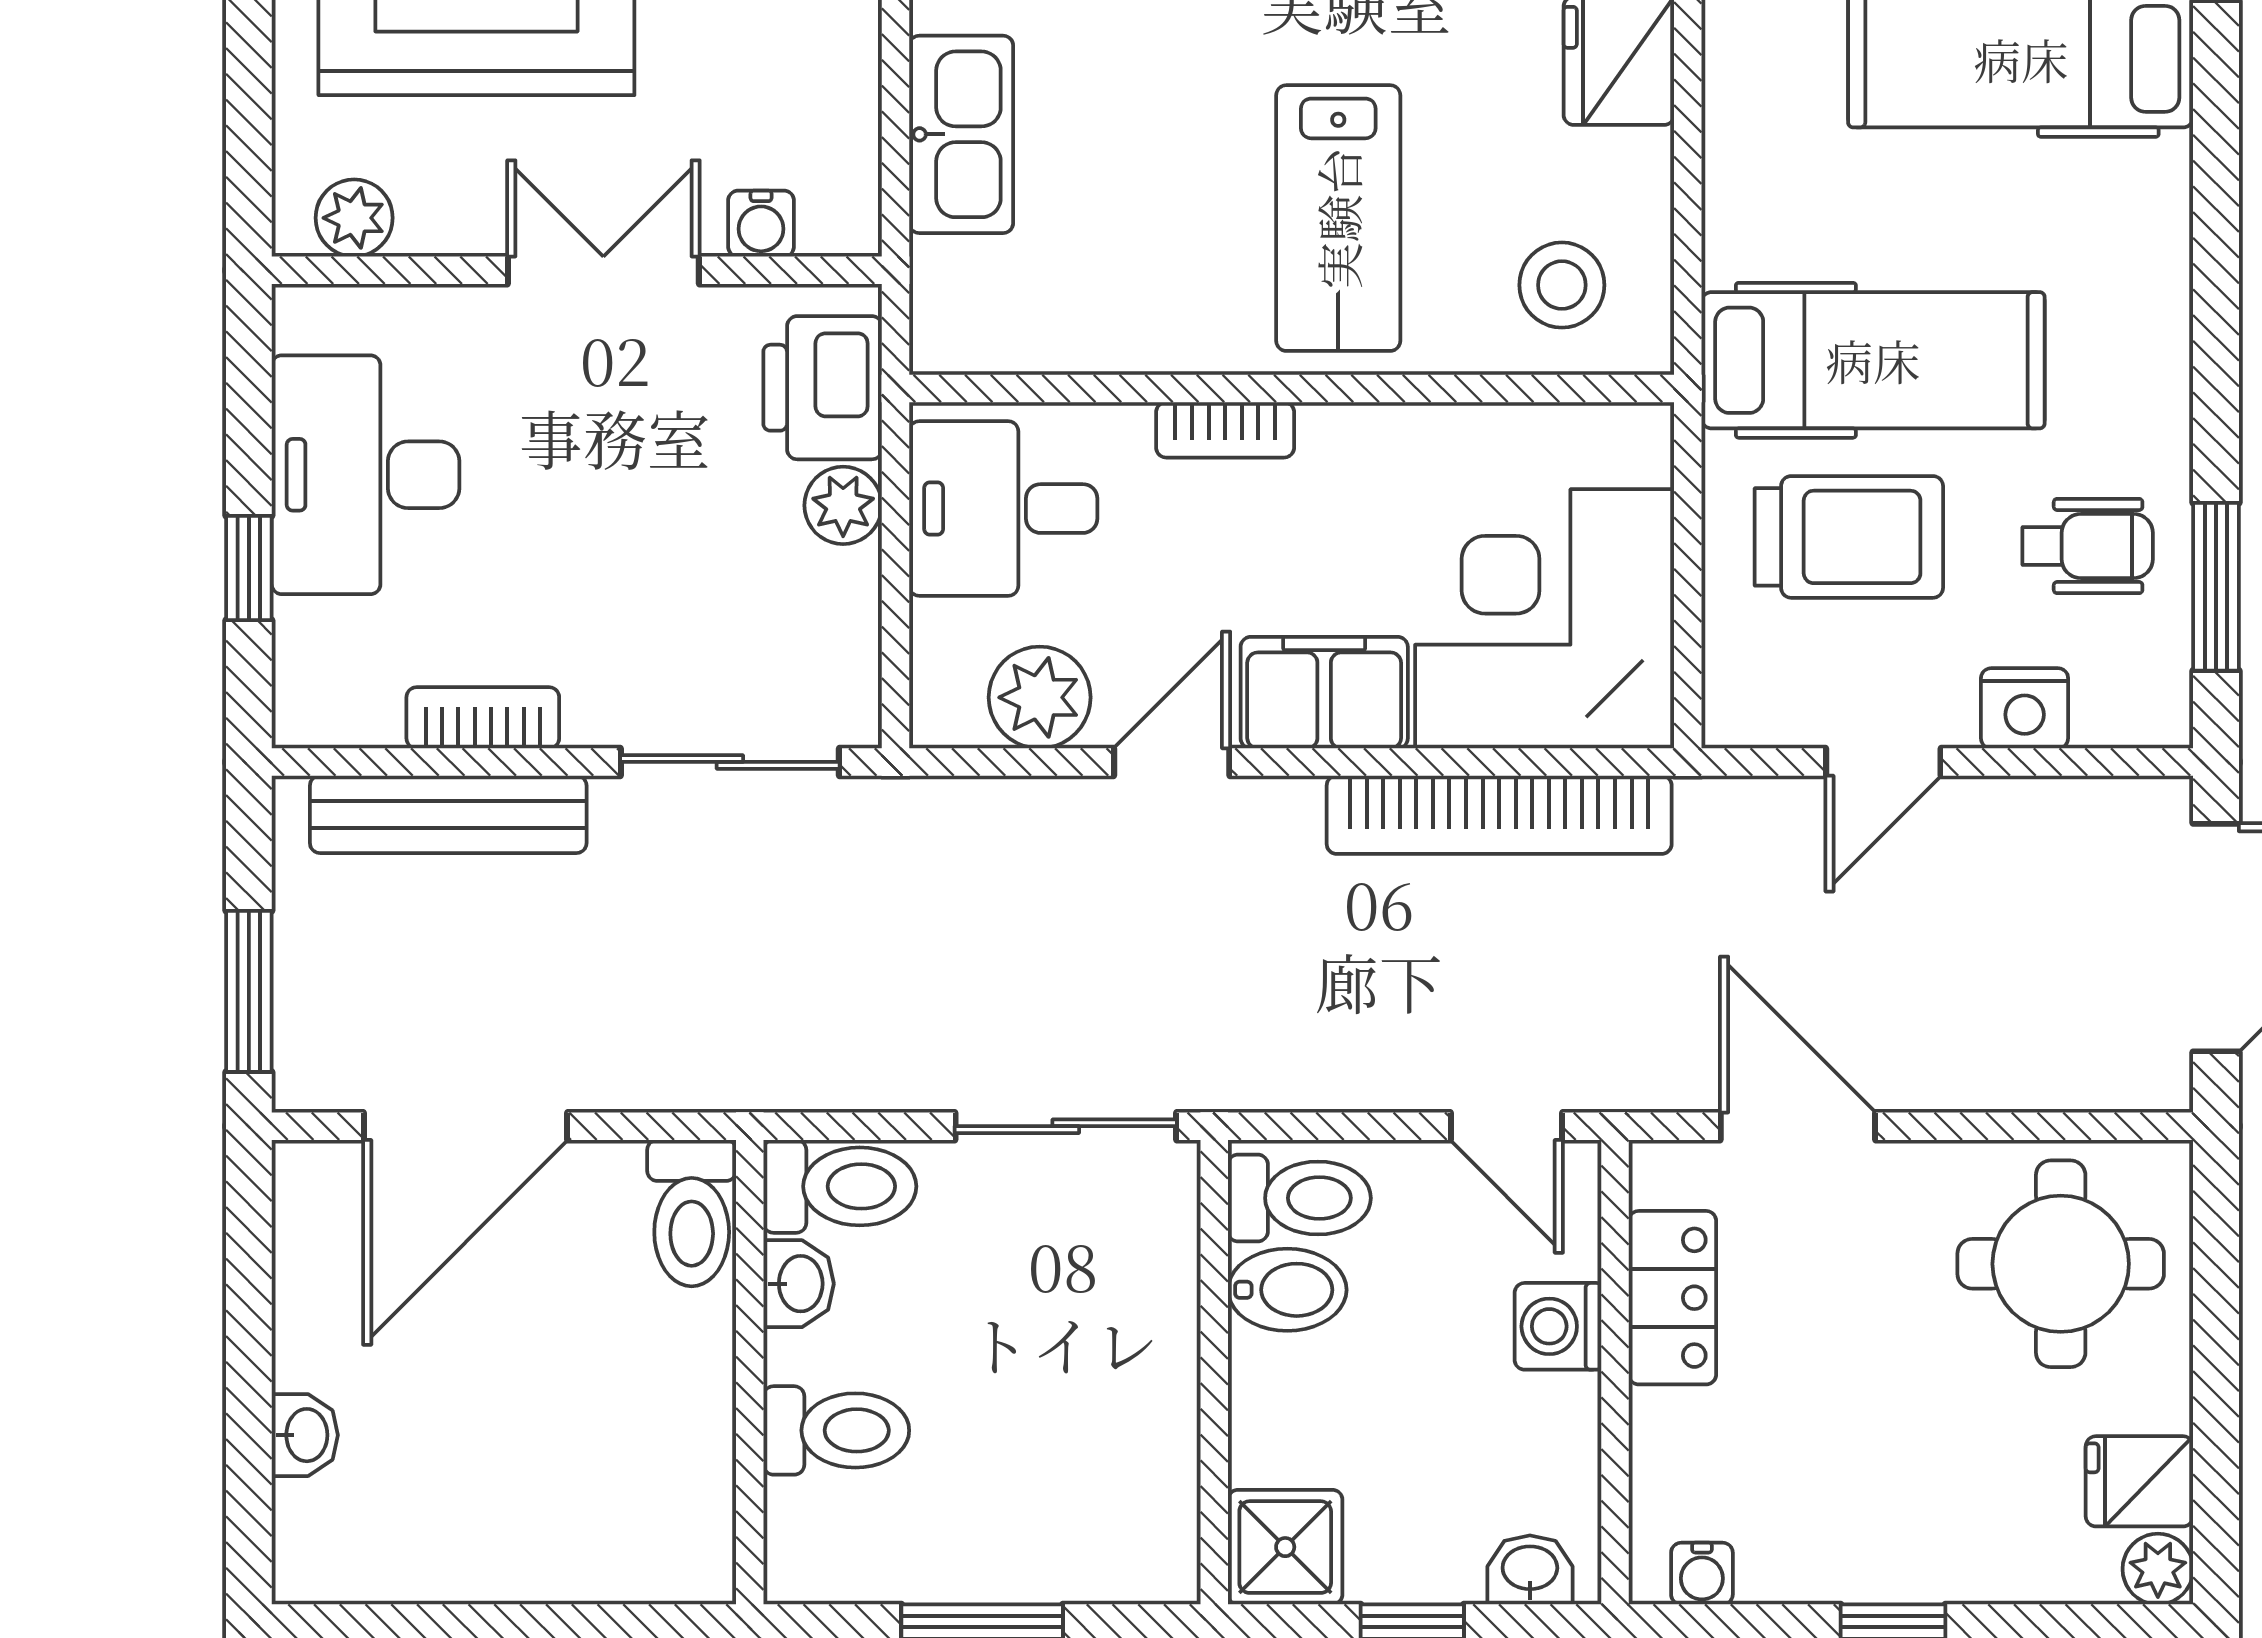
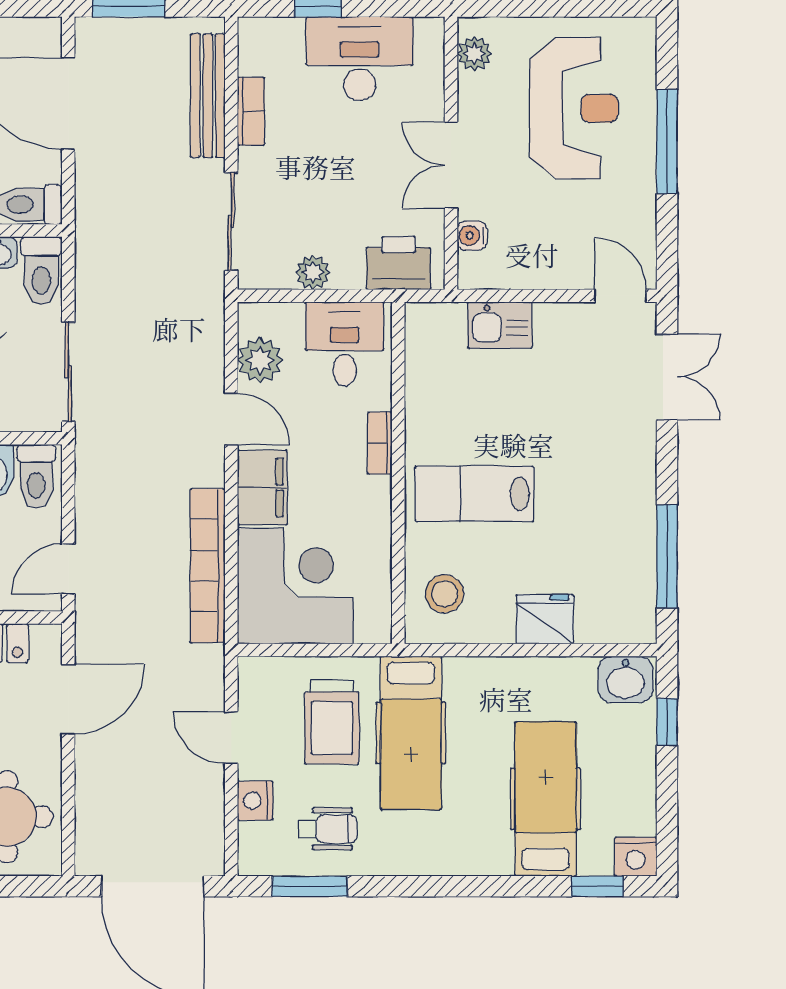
kitchen sink: (961, 134) -> (500, 325), width x0.73
double door: (603, 270) -> (451, 165), swing flipped
plant: (843, 505) -> (313, 272), moved
wheelchair: (2088, 546) -> (328, 829), turned -90

